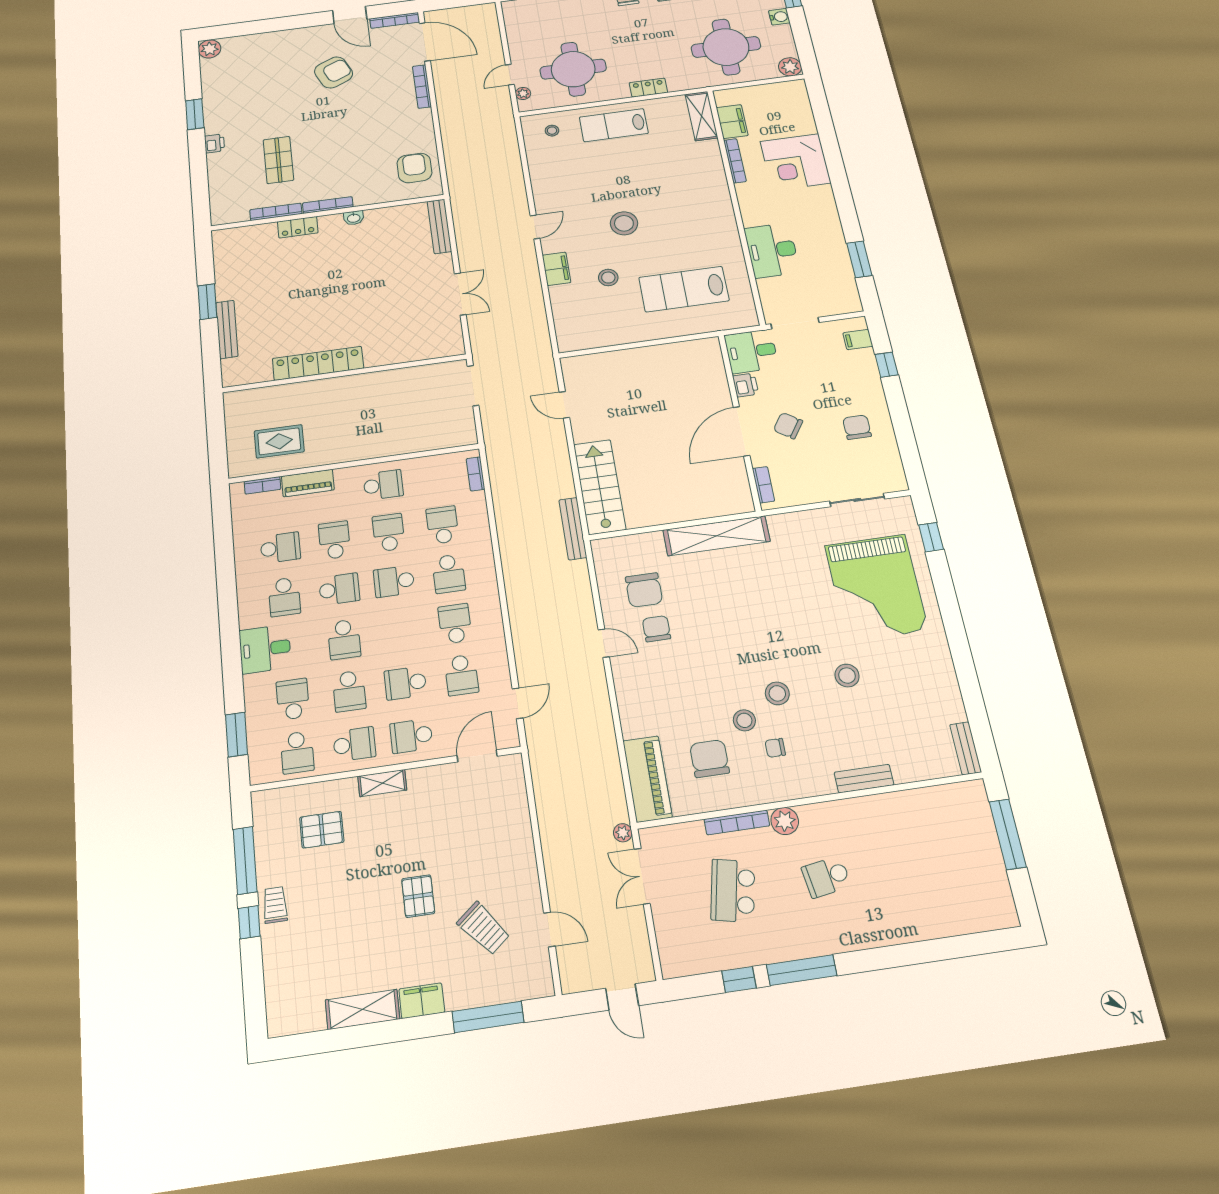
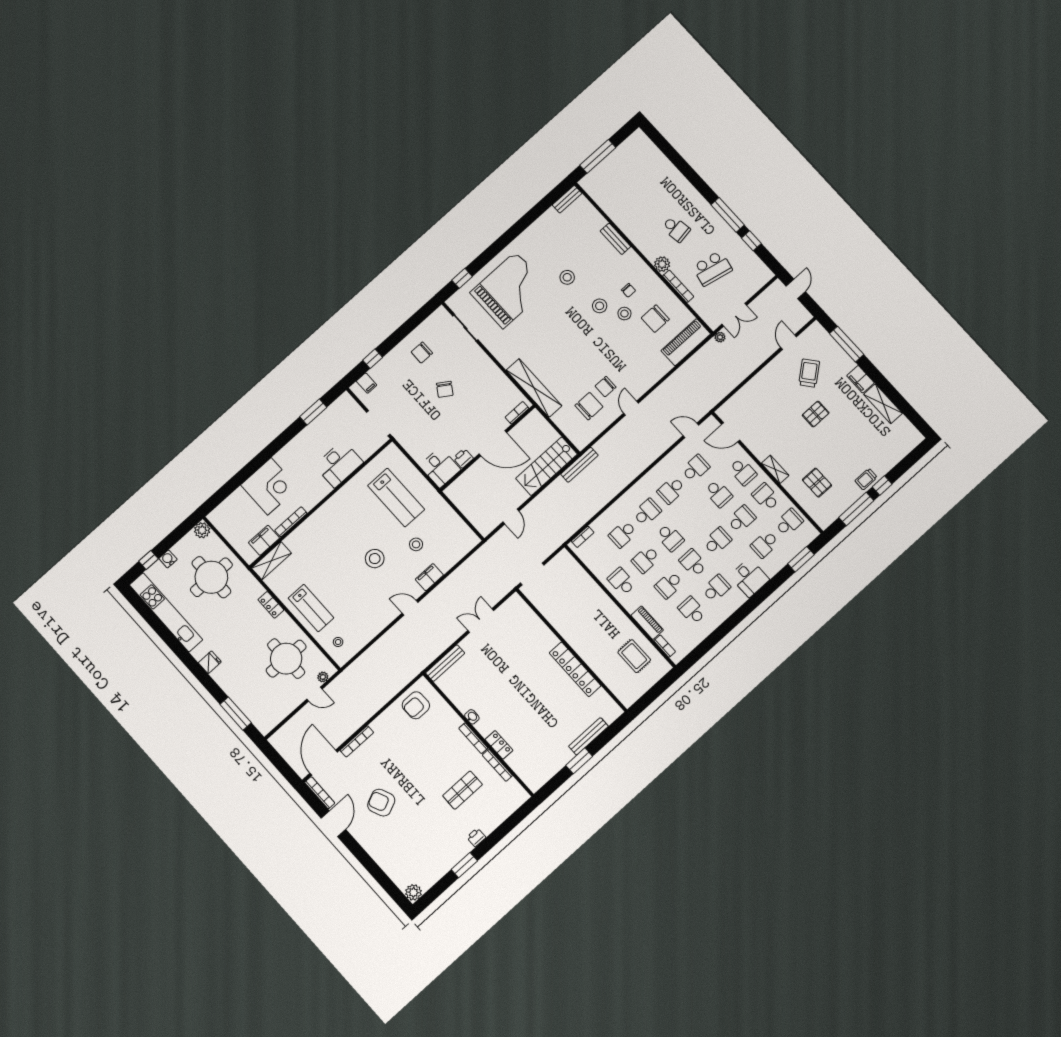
desk: (751, 351) -> (440, 468), moved
printer: (746, 385) -> (463, 458), moved
wall: (739, 421) -> (488, 448), moved
door: (742, 431) -> (493, 443), moved
bookcase: (763, 485) -> (517, 413), moved

